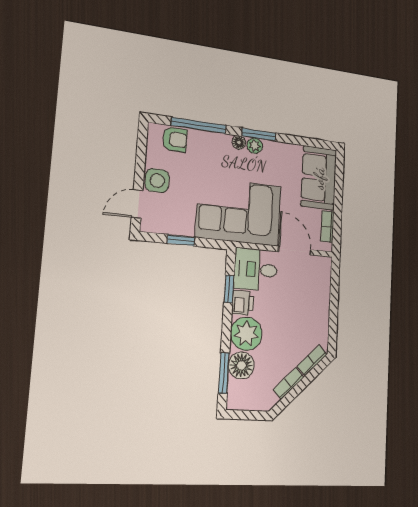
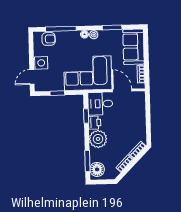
window: (259, 135) -> (112, 27), moved
floor lamp: (241, 365) -> (97, 169), moved

